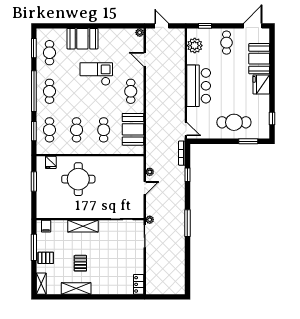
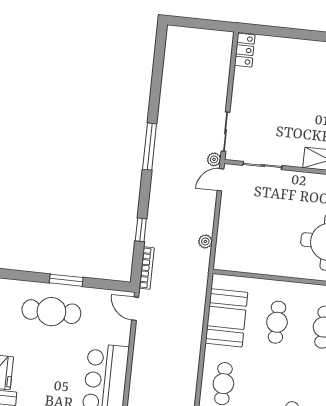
window: (248, 141) -> (66, 280), moved
door: (145, 188) -> (220, 180), moved

